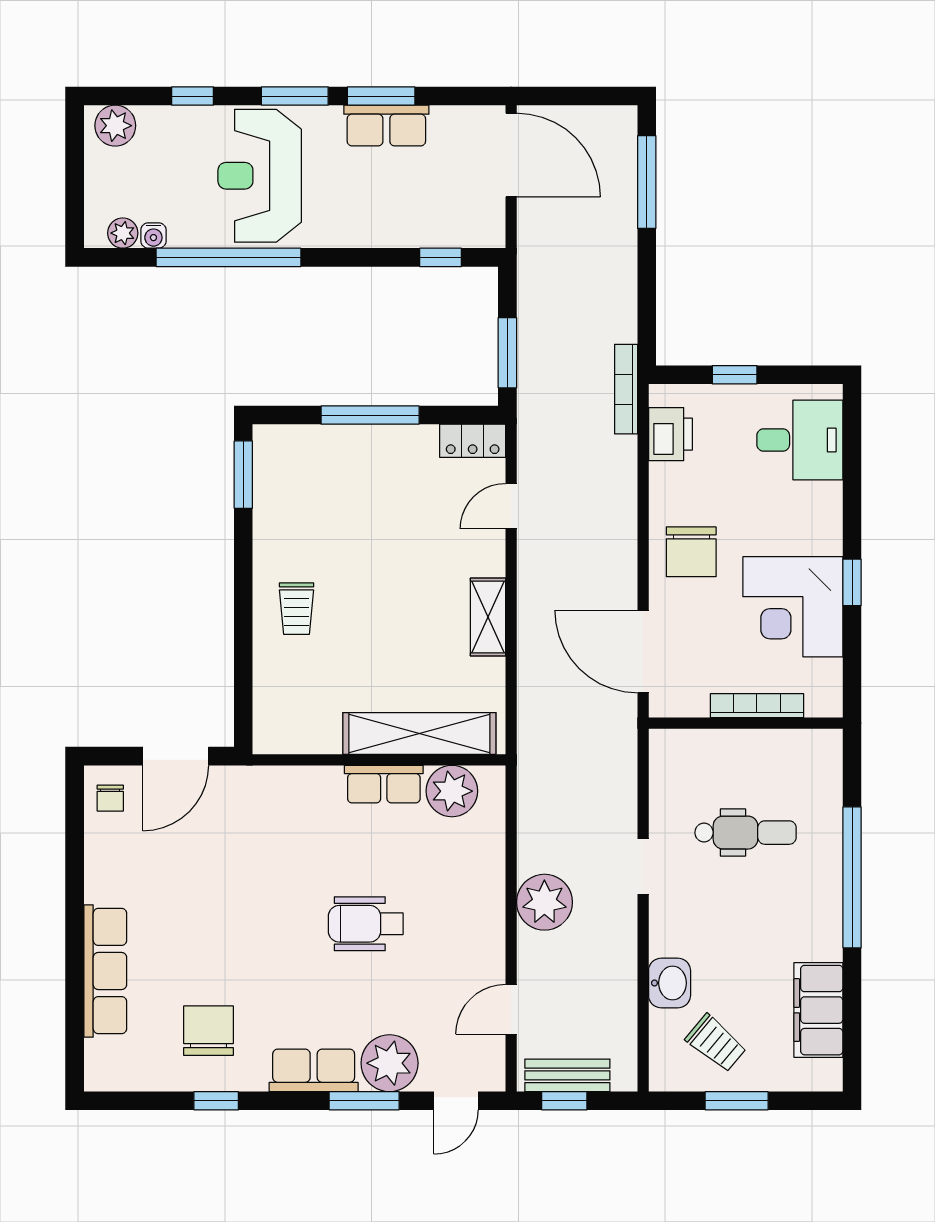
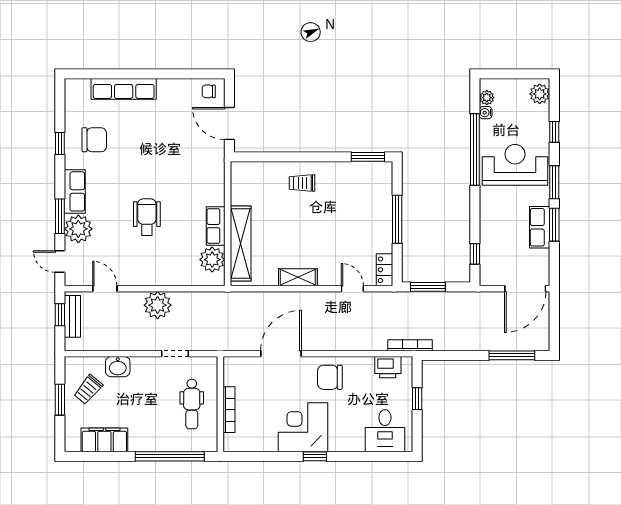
bookcase: (757, 706) -> (229, 410), moved
wall: (746, 723) -> (220, 404), moved

